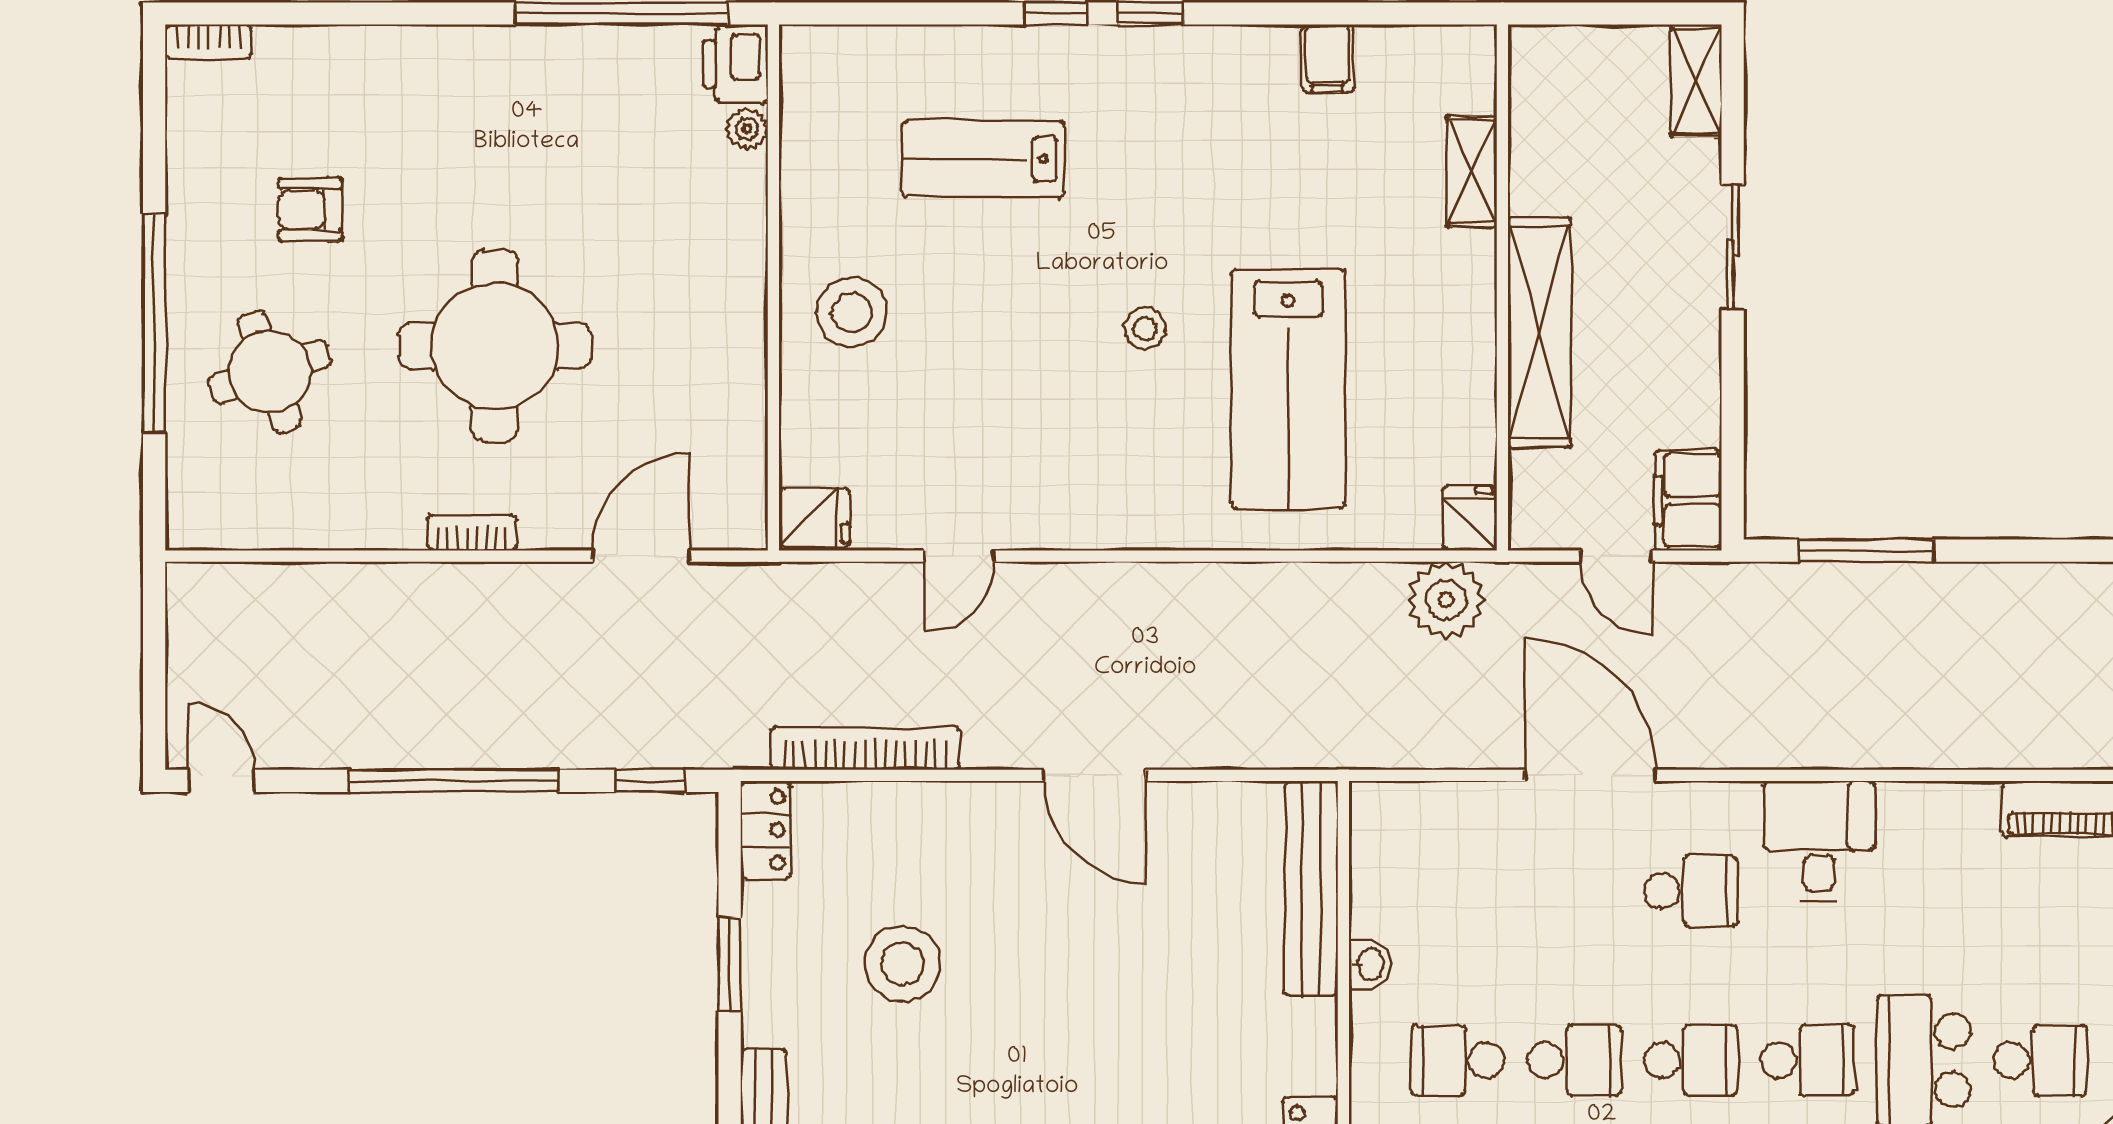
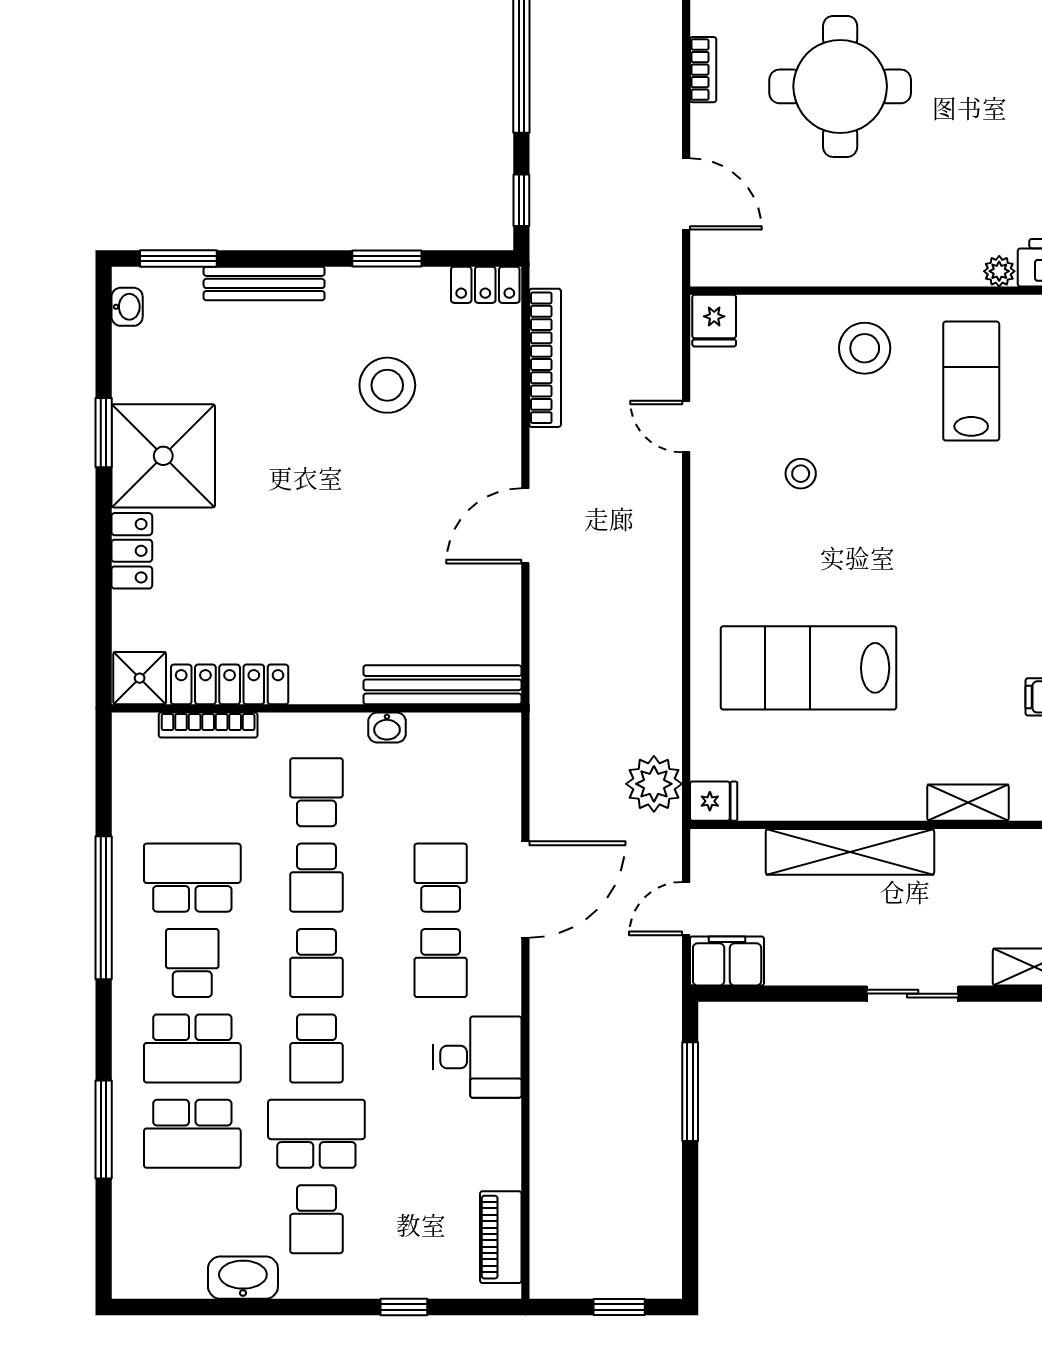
lab bench: (983, 159) -> (971, 381), moved
stool: (1145, 329) -> (801, 474), moved
school desk: (1574, 891) -> (441, 878), added

